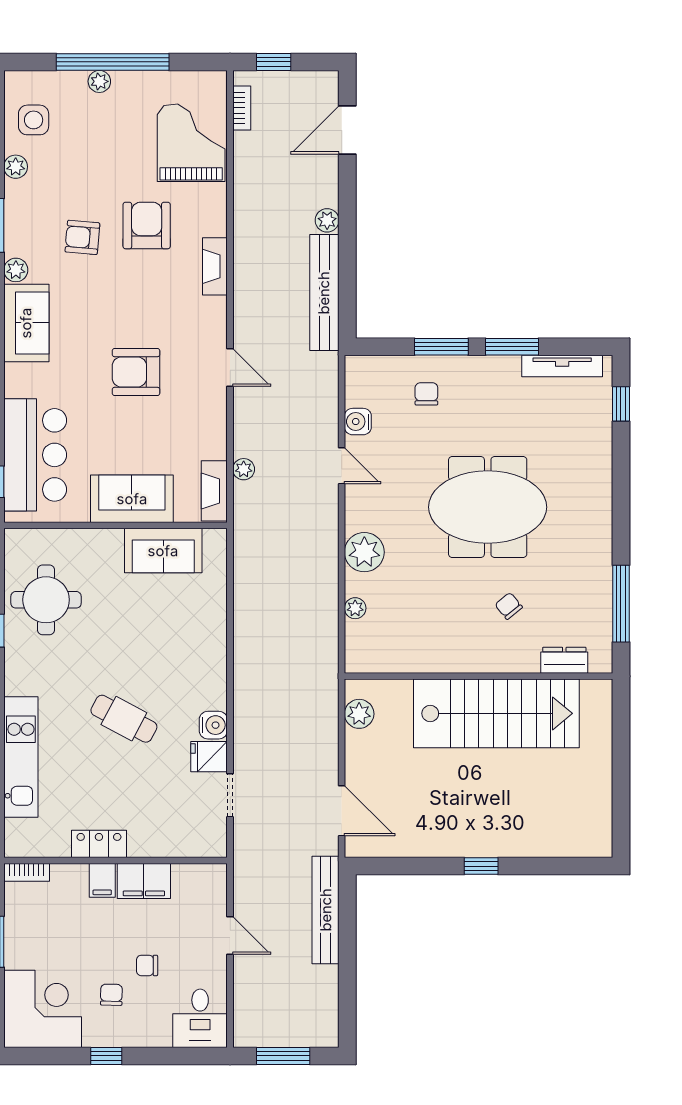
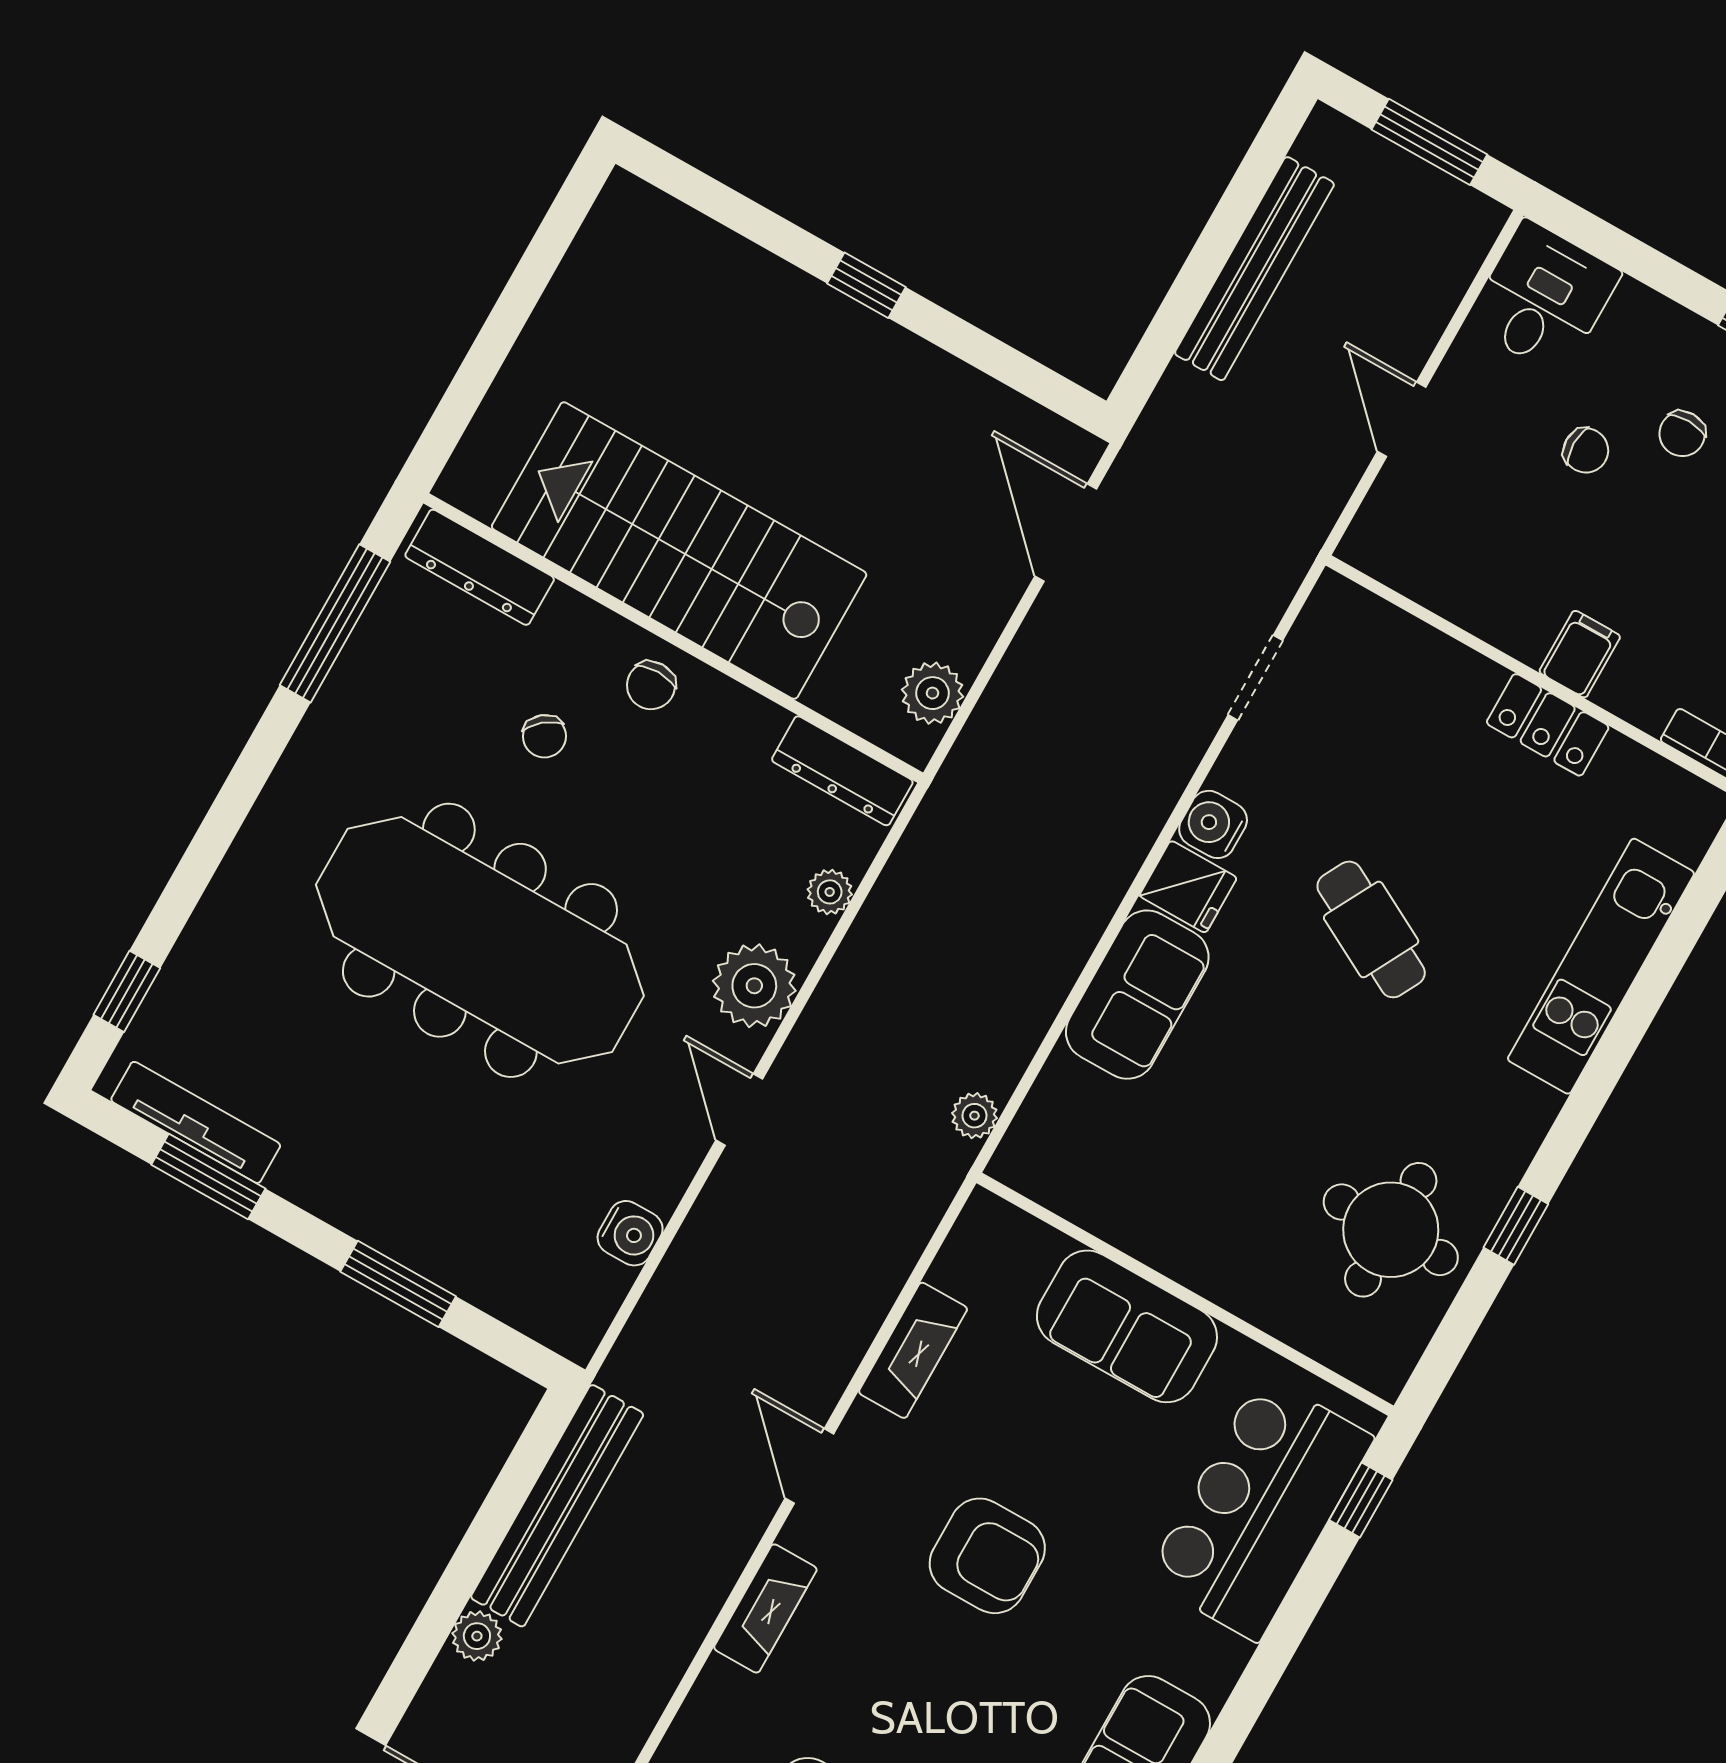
fireplace: (215, 266) -> (765, 1608), moved
window: (512, 347) -> (208, 1177), moved
chair: (426, 394) -> (651, 685), moved
door: (342, 466) -> (739, 1110), moved
plant: (244, 469) -> (974, 1116), moved
fireplace: (214, 491) -> (913, 1350), moved
meeting table: (488, 507) -> (480, 940), width x1.36
sofa: (163, 551) -> (1137, 995), moved, turned 90
dresser: (564, 660) -> (480, 567), width x1.44
dresser: (378, 661) -> (842, 771), added
fridge: (209, 757) -> (1188, 887), moved
filing cabinet: (144, 881) -> (1504, 609), removed
bench: (326, 910) -> (1254, 269), moved

